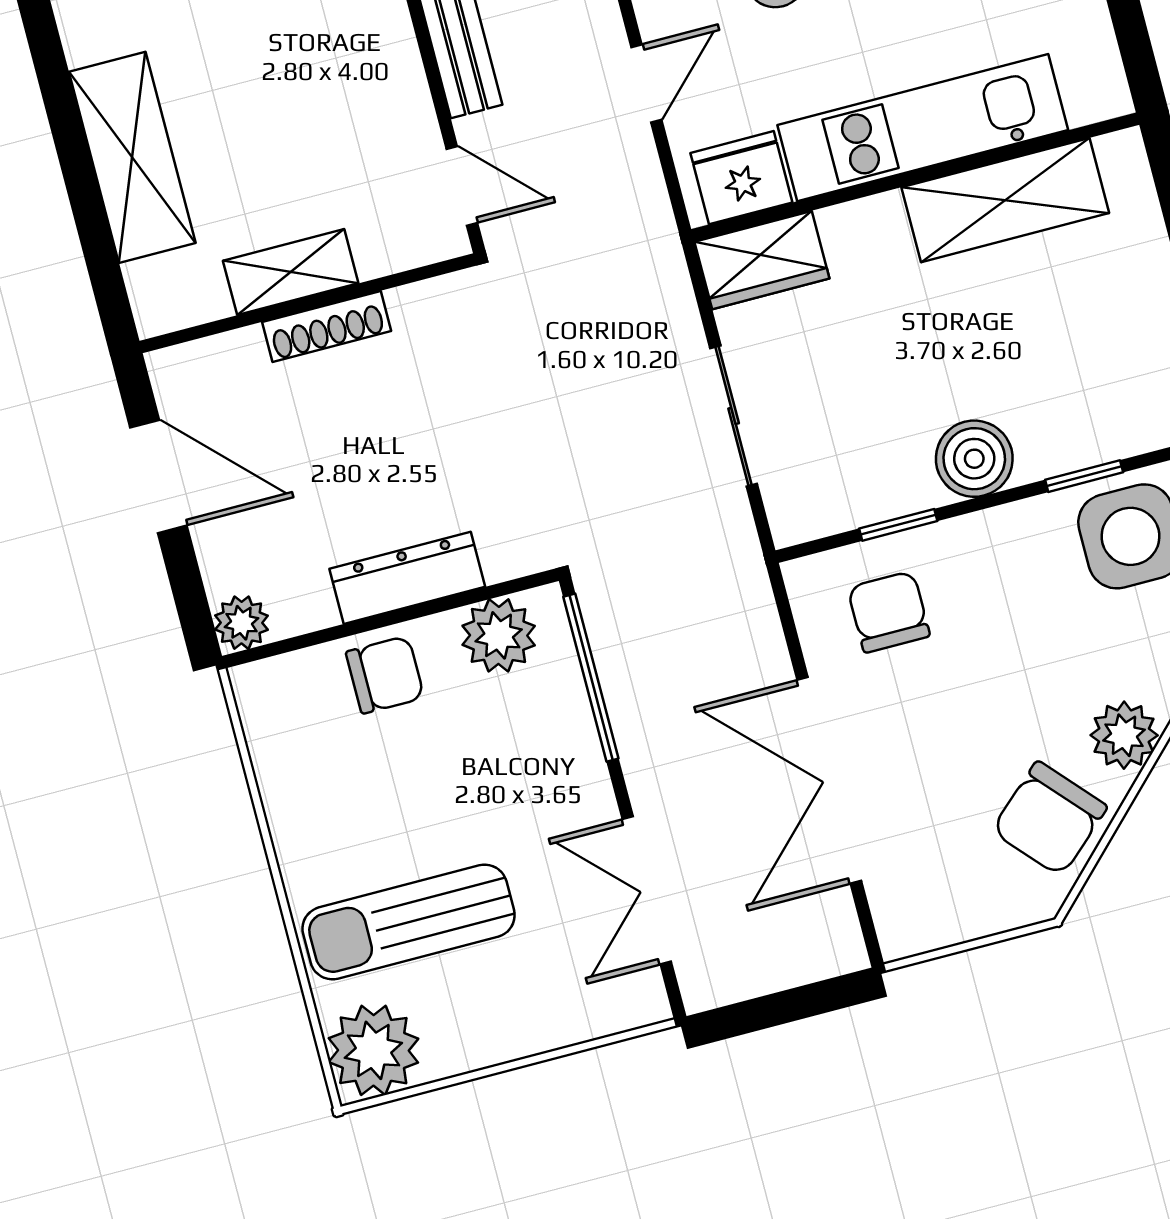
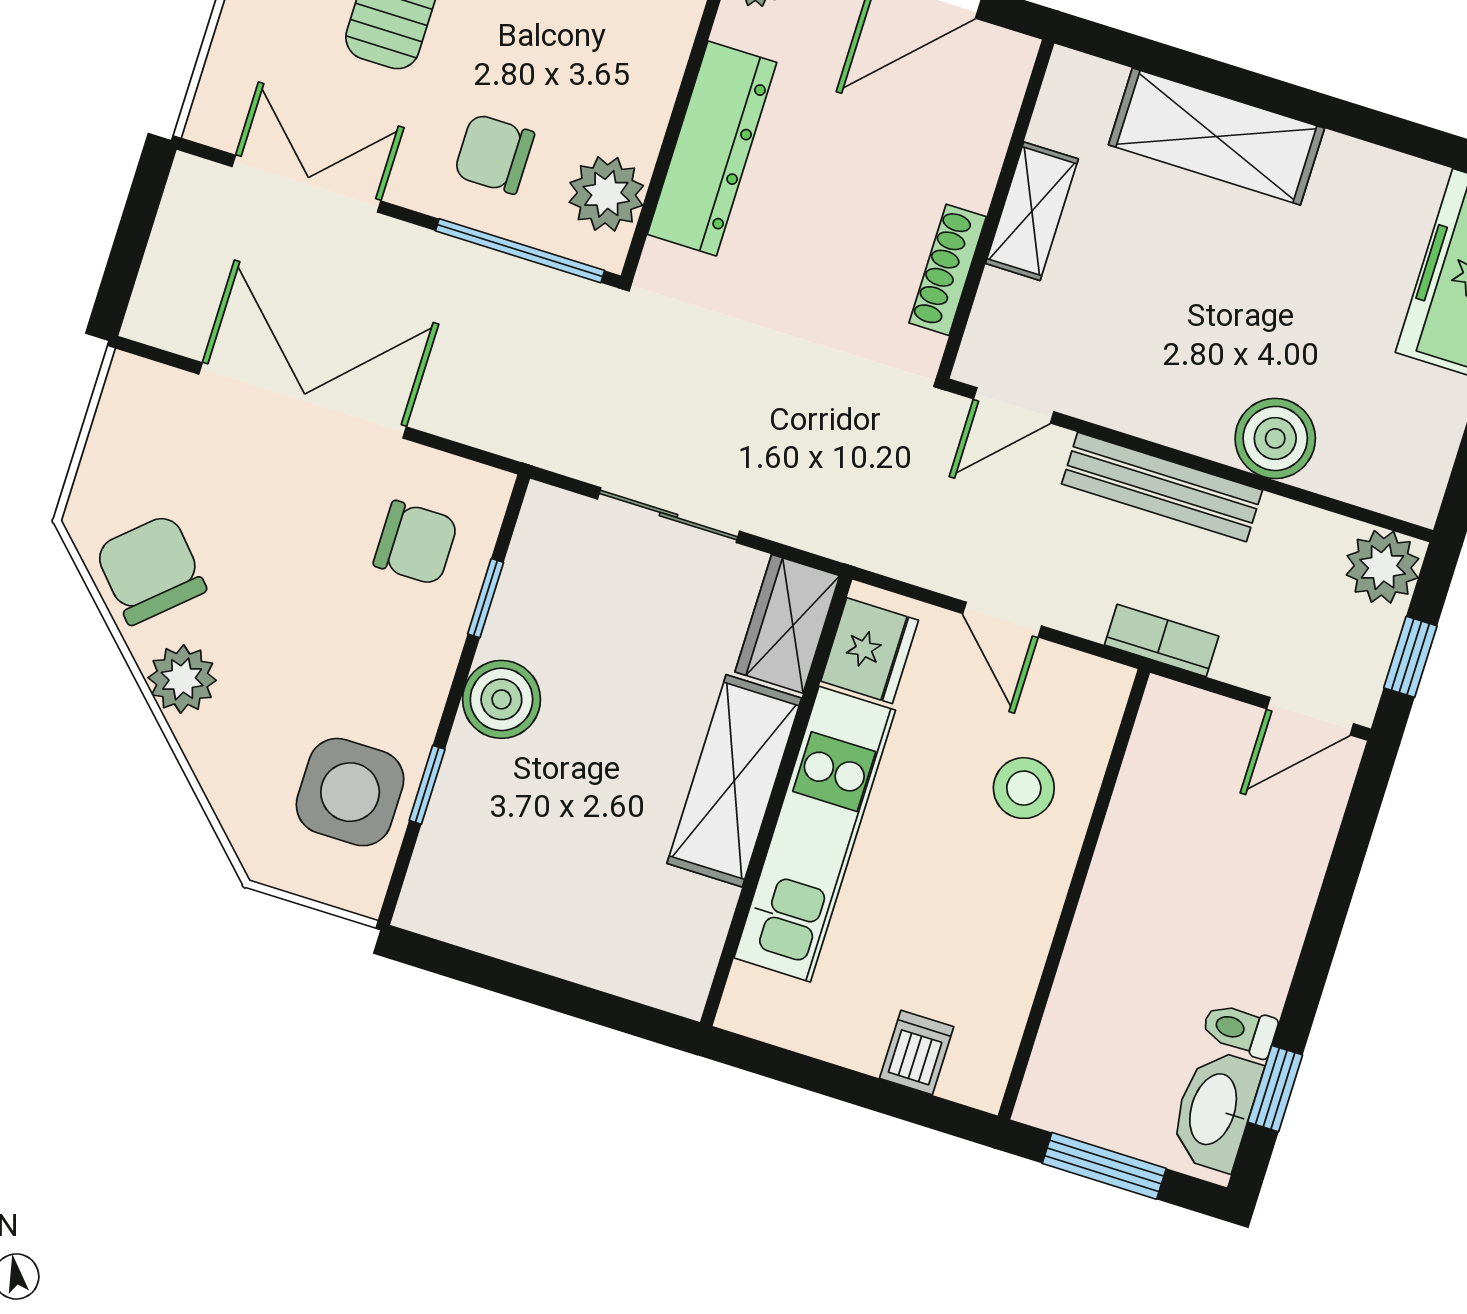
shelving: (1005, 200) -> (734, 781), moved
shoe rack: (327, 327) -> (948, 270), moved
dresser: (407, 578) -> (712, 148), width x1.37, depth x1.24
chair: (385, 675) -> (494, 154), moved, turned 90

